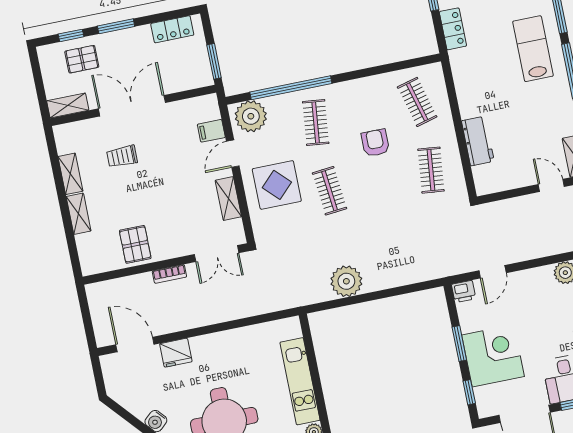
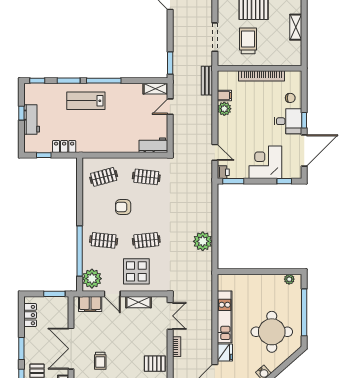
filing cabinet: (211, 131) -> (90, 304), width x2.00
workbench: (478, 141) -> (153, 145), moved
window: (459, 343) -> (233, 181), moved
kitchen unit: (300, 381) -> (225, 317), moved, turned -90

